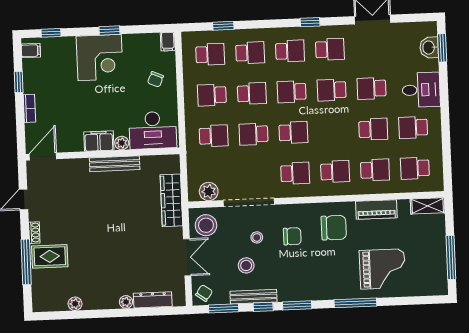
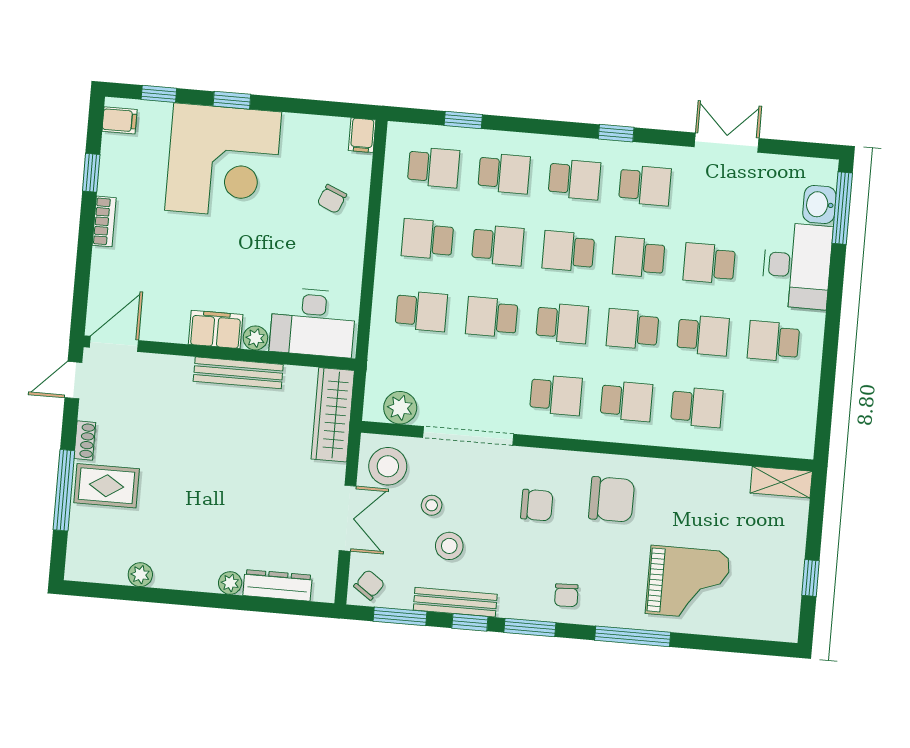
window: (109, 31) -> (232, 100), moved
window: (442, 48) -> (842, 208), width x1.44
corner desk: (100, 58) -> (223, 161), width x1.36, depth x1.36
desk: (421, 90) -> (797, 266), width x1.37
desk: (153, 130) -> (313, 322), moved
filing cabinet: (99, 141) -> (216, 329), moved
plant: (122, 143) -> (255, 338), moved
wall: (103, 154) -> (219, 353), moved
door: (43, 156) -> (114, 344), moved
bench: (115, 164) -> (238, 373), moved
school desk: (415, 168) -> (633, 329), moved
piano: (376, 209) -> (691, 477), removed
stool: (257, 237) -> (432, 505), moved
window: (451, 258) -> (810, 578), width x0.46
chair: (315, 285) -> (566, 595), added

